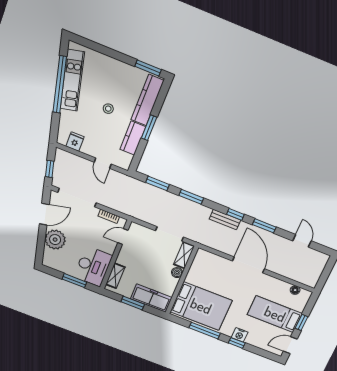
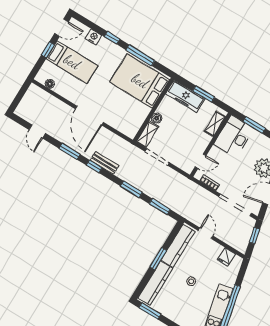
kitchen counter: (133, 138) -> (178, 246), width x1.50
nightstand: (240, 335) -> (94, 37), moved

